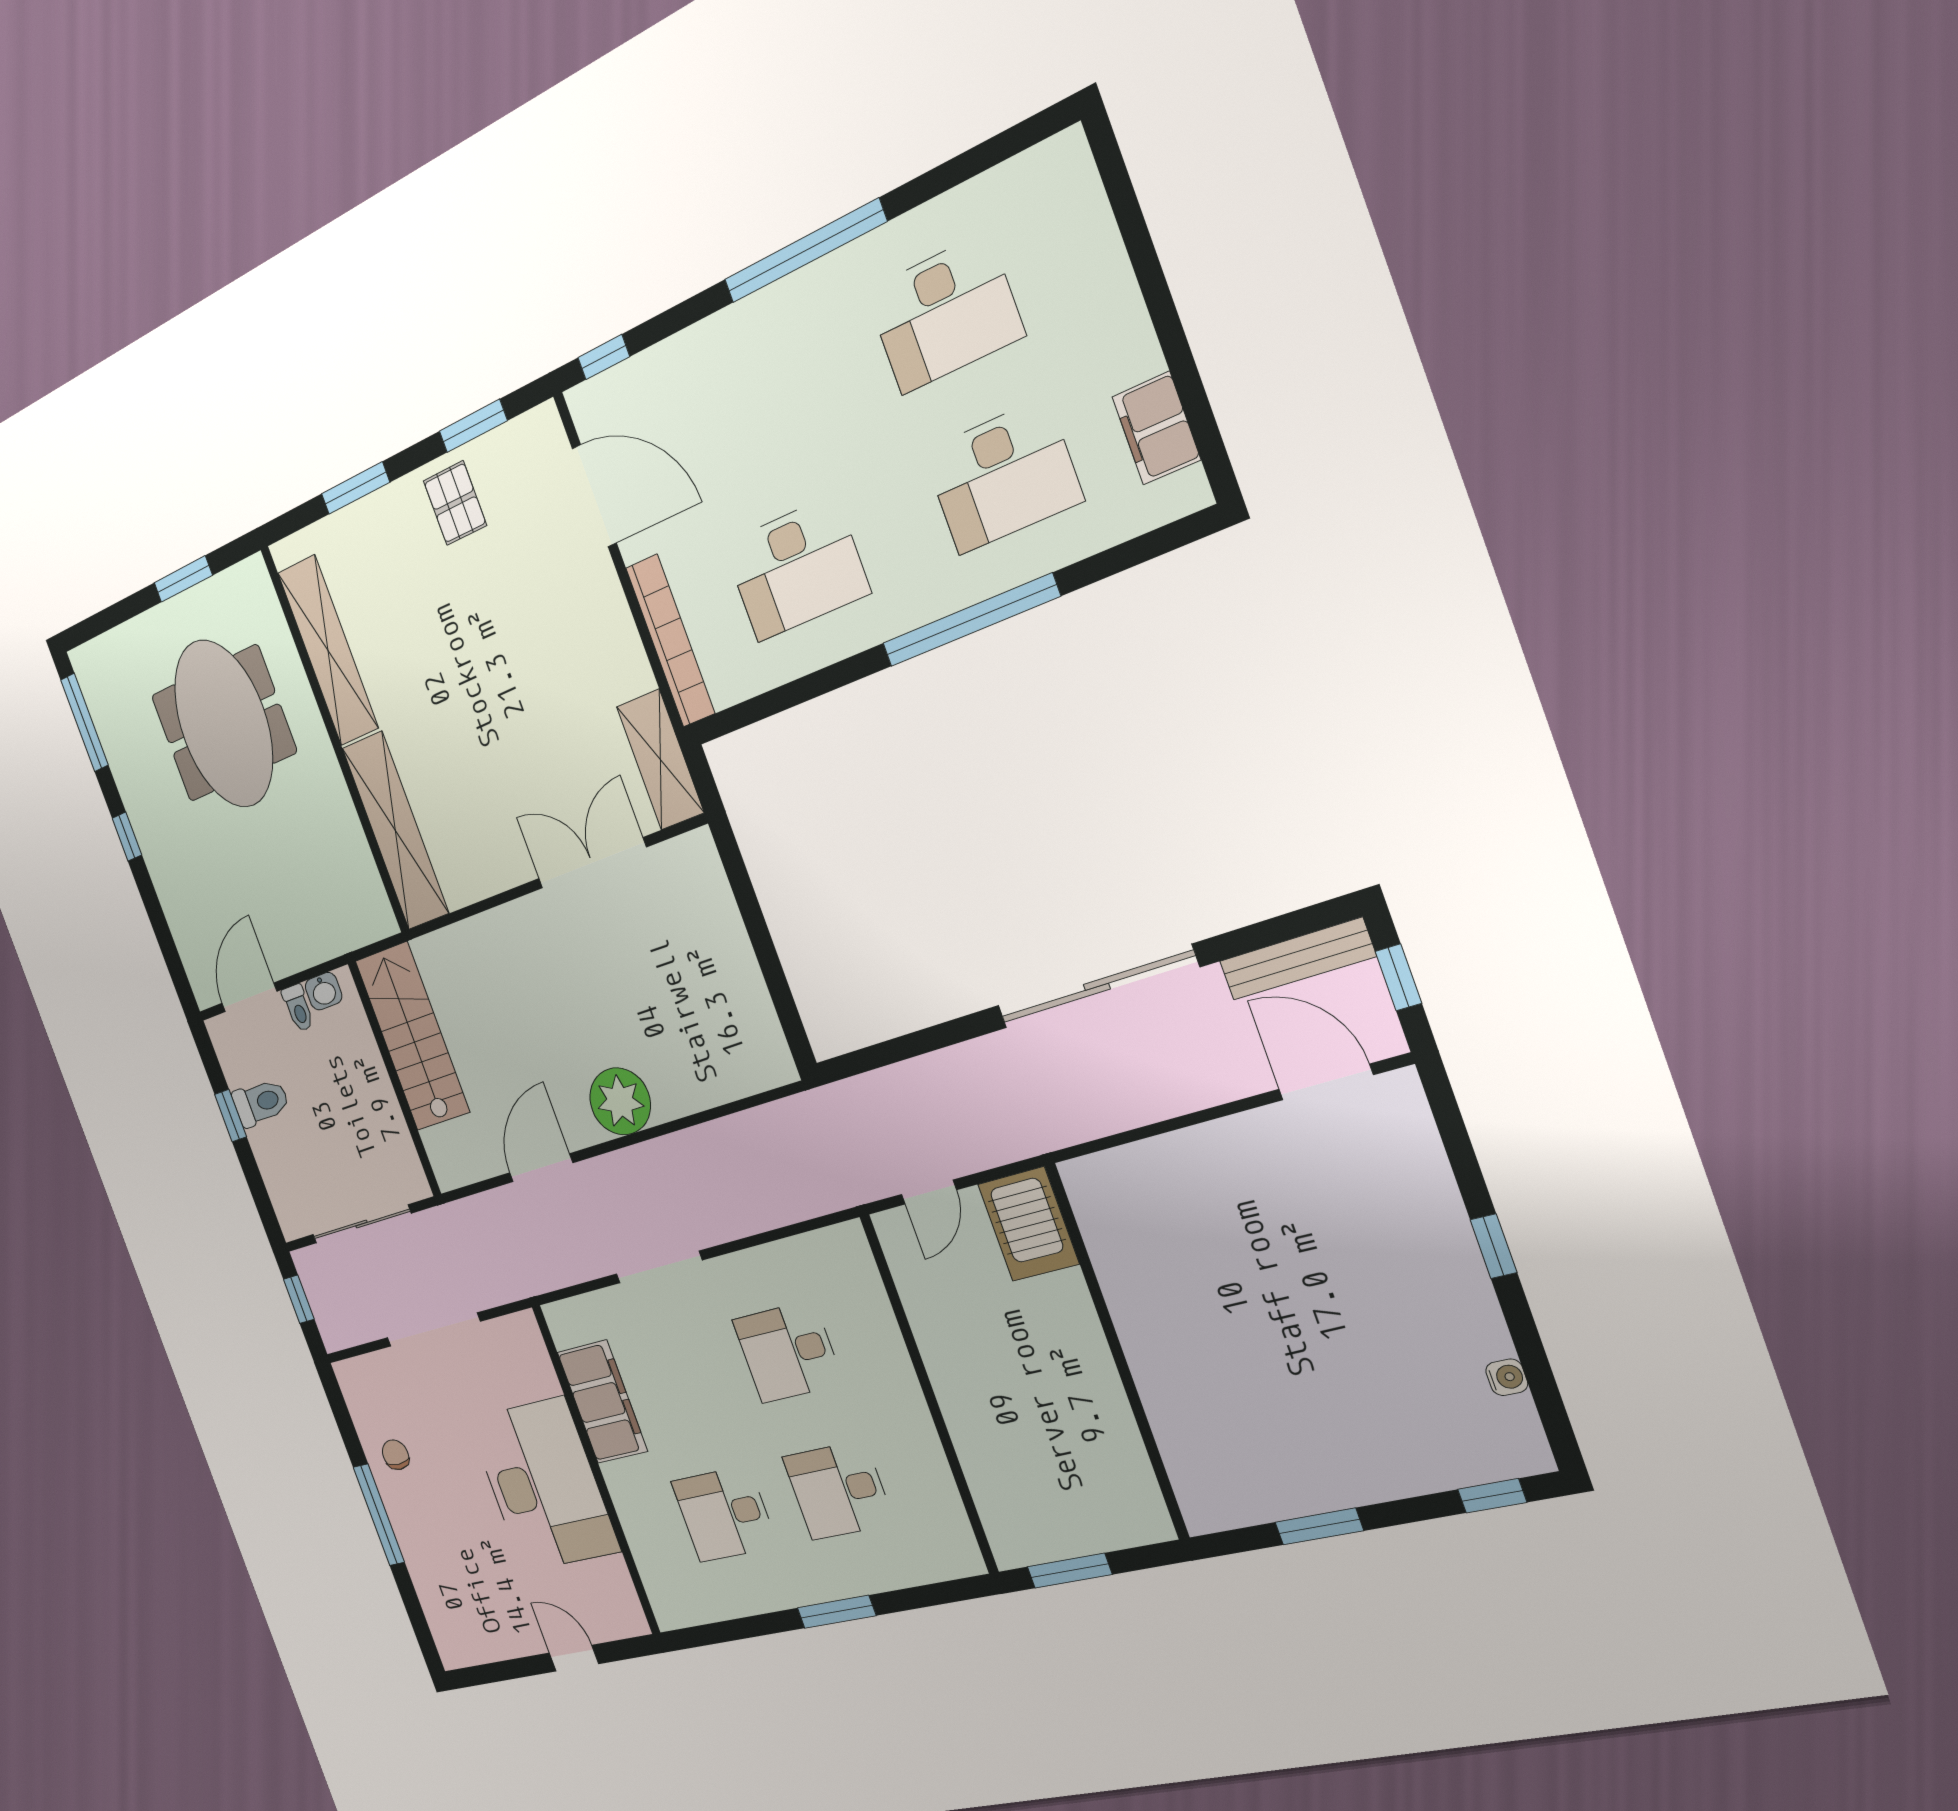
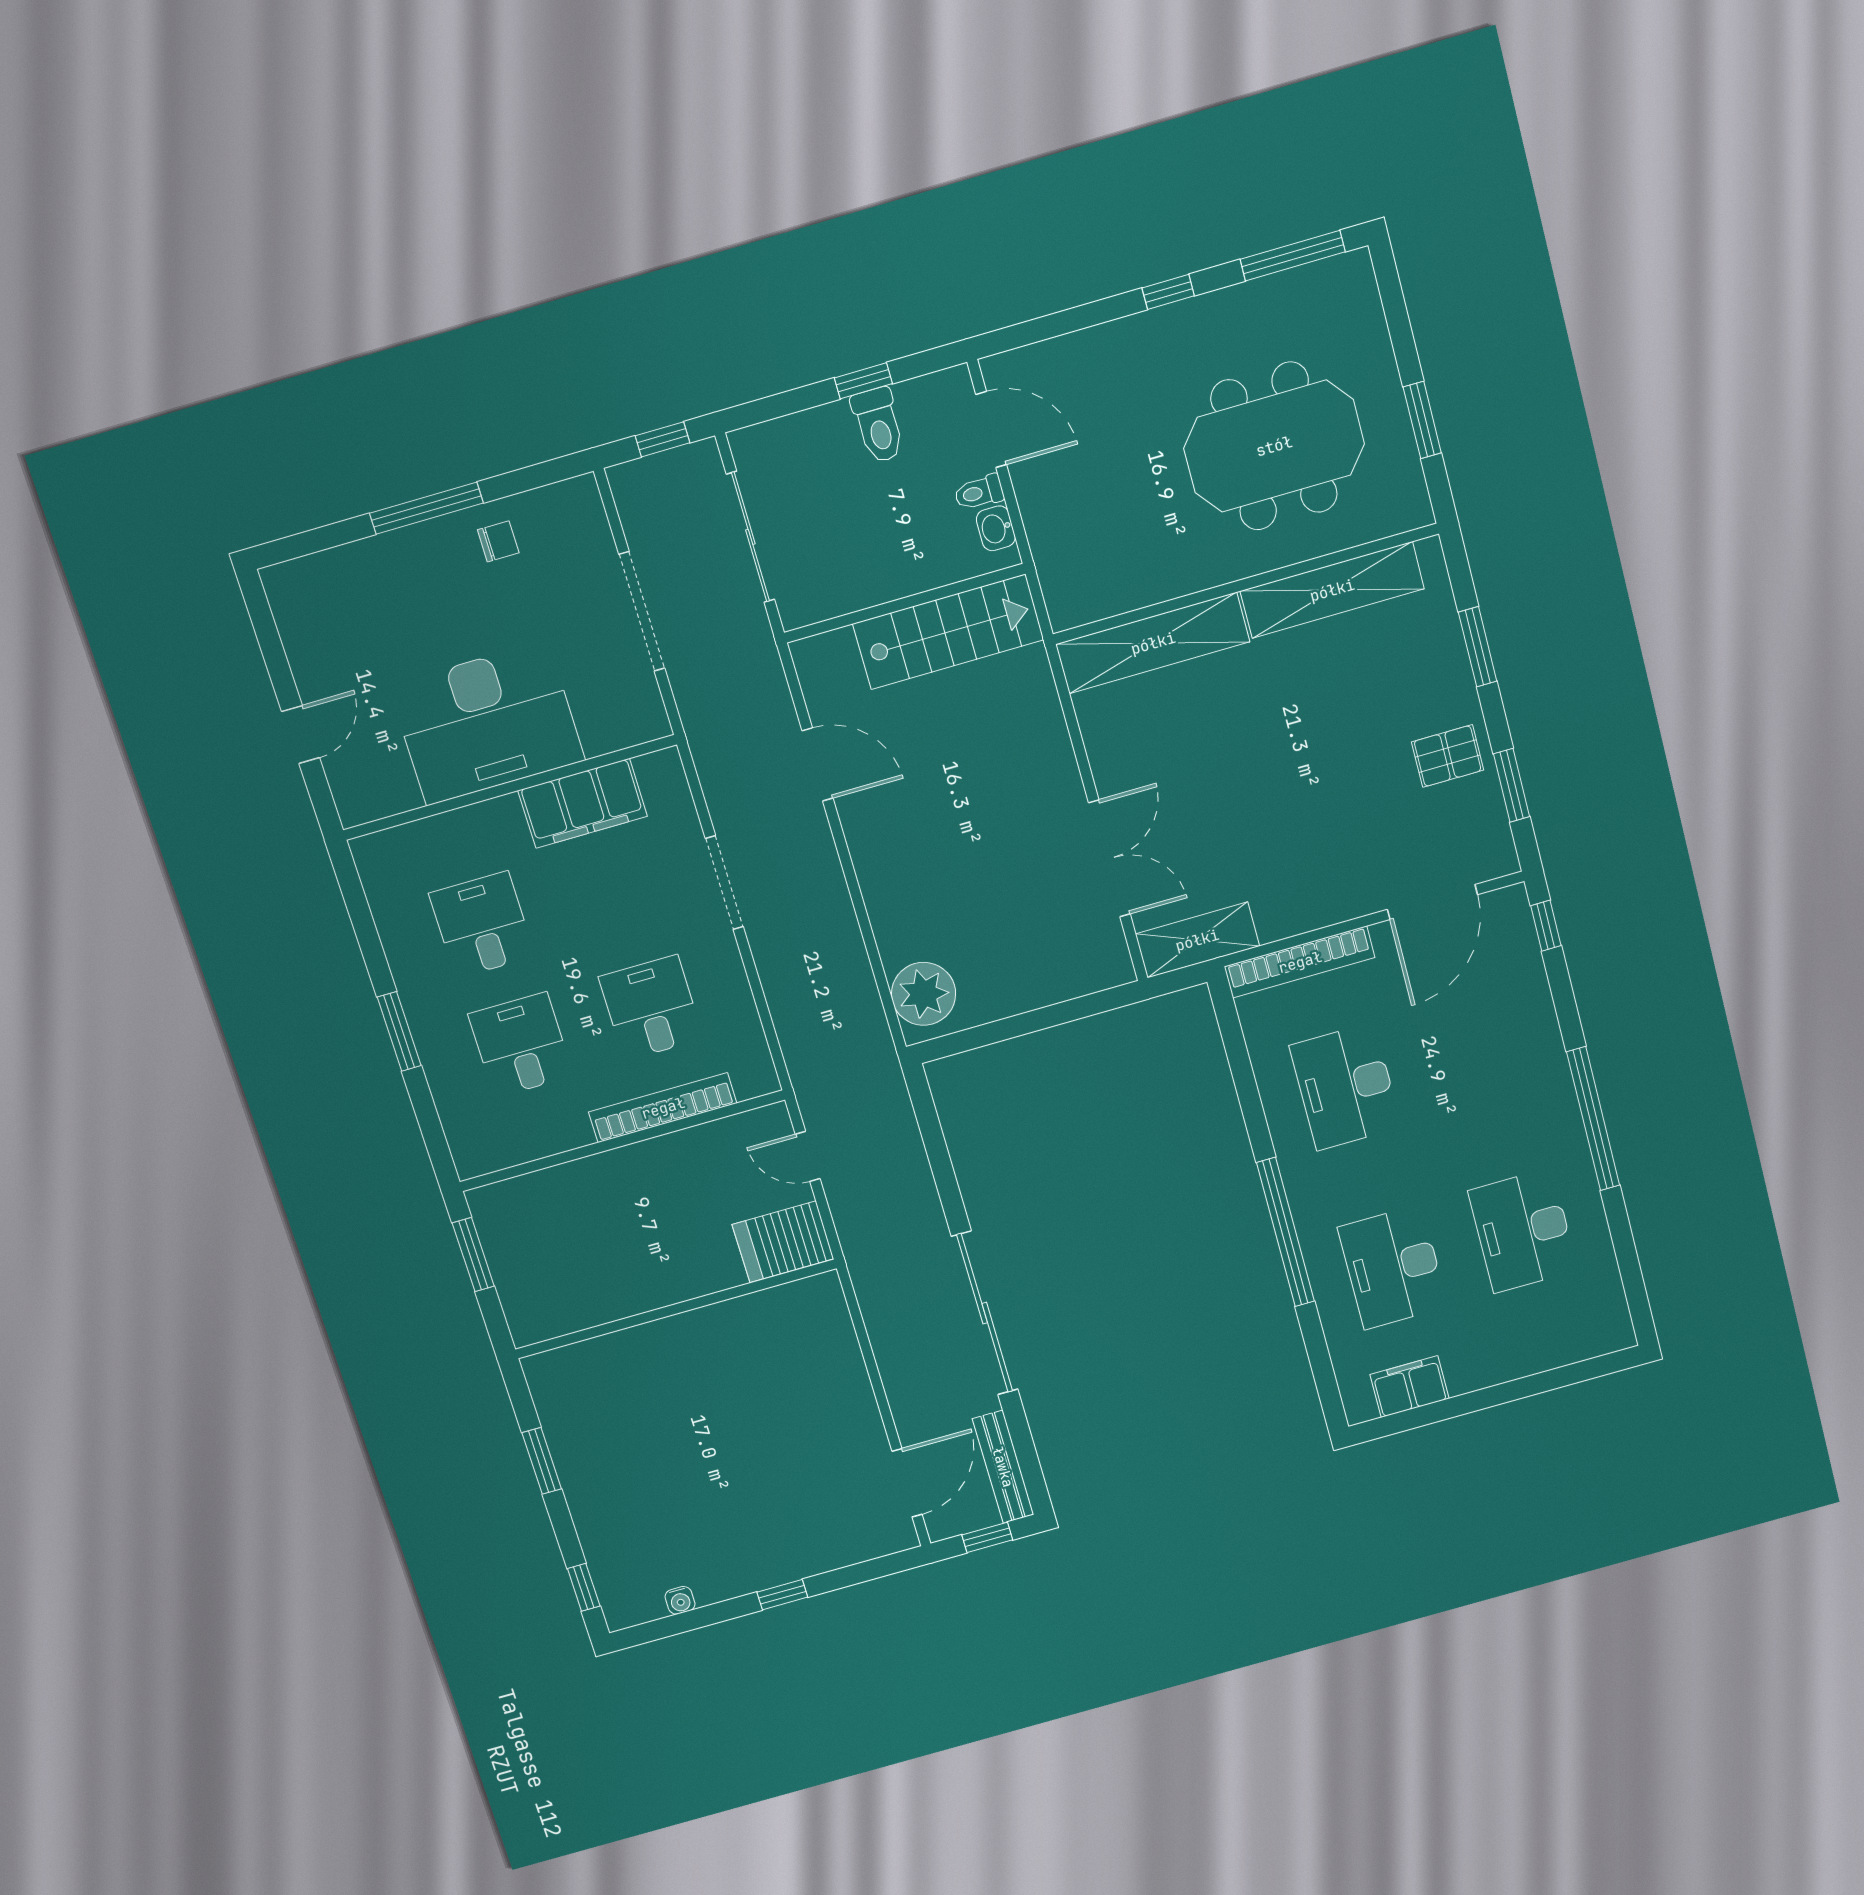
plant: (620, 1101) -> (924, 994), moved
bookcase: (890, 1348) -> (663, 1108), added

